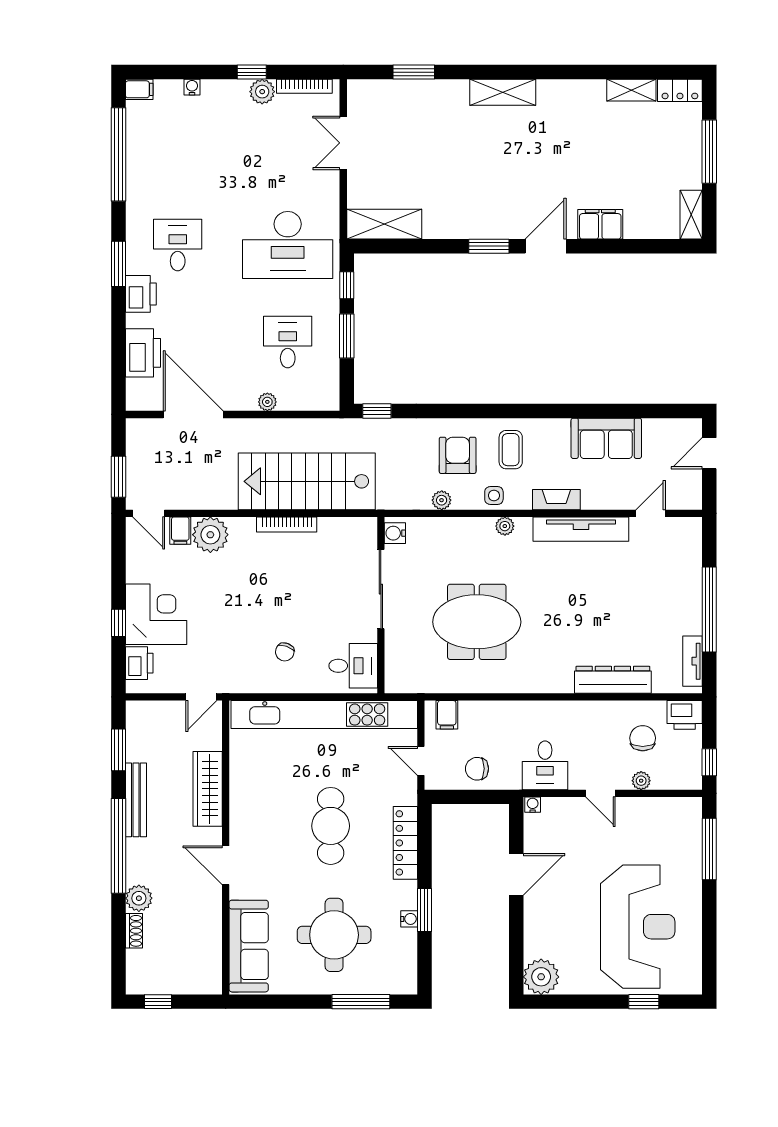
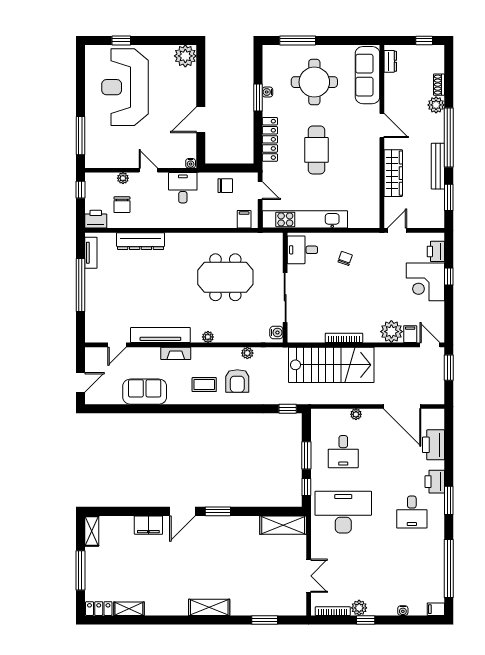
coffee table: (511, 450) -> (204, 385), turned 90
side table: (494, 495) -> (215, 356), removed
kitchen unit: (324, 715) -> (305, 219), width x0.73
dresser: (212, 968) -> (390, 61), added

